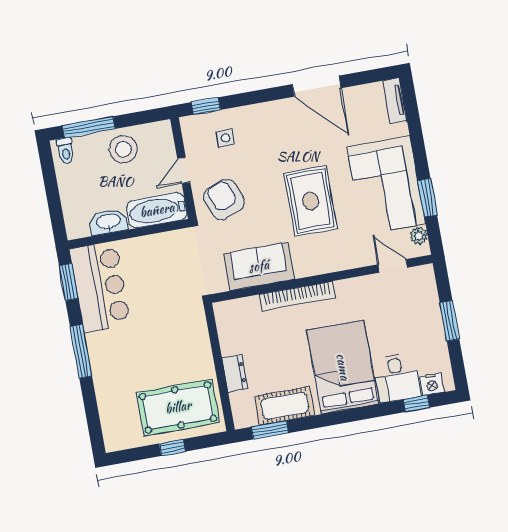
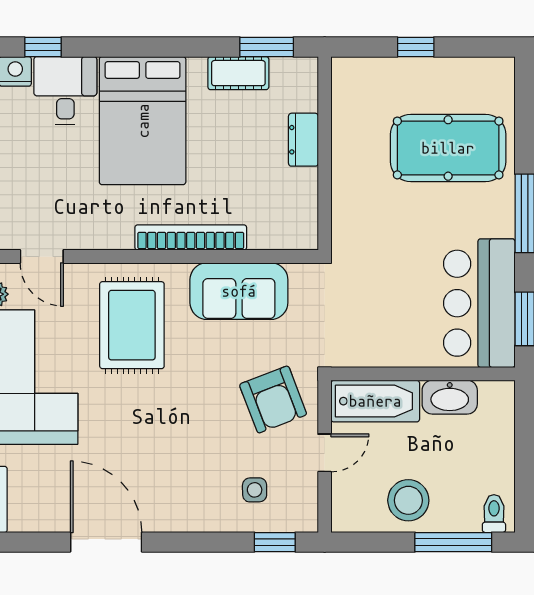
rug: (311, 201) -> (132, 325), moved
cot: (285, 406) -> (238, 73), width x0.73, depth x0.75
pool table: (178, 407) -> (448, 148), moved

